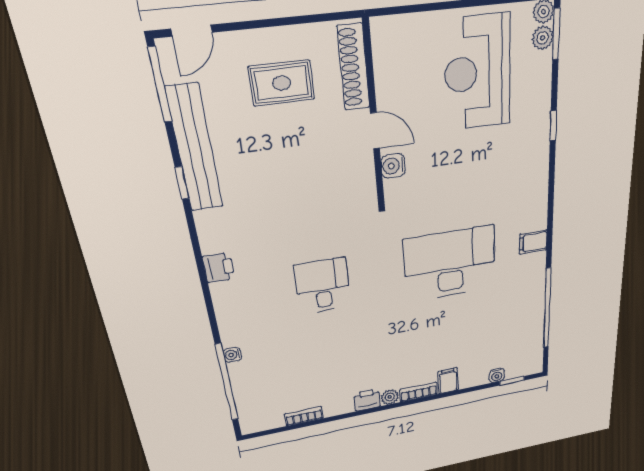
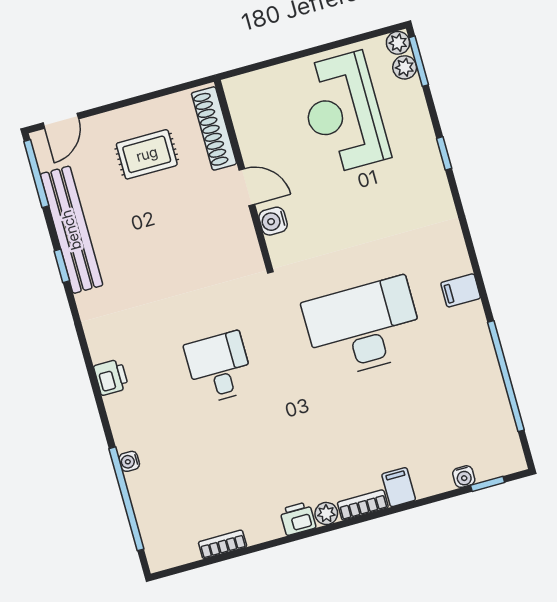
printer: (219, 268) -> (111, 377), moved

